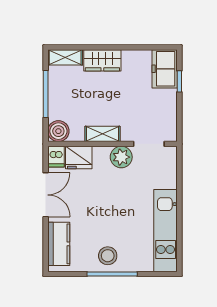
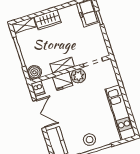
fridge: (79, 157) -> (63, 81), moved

